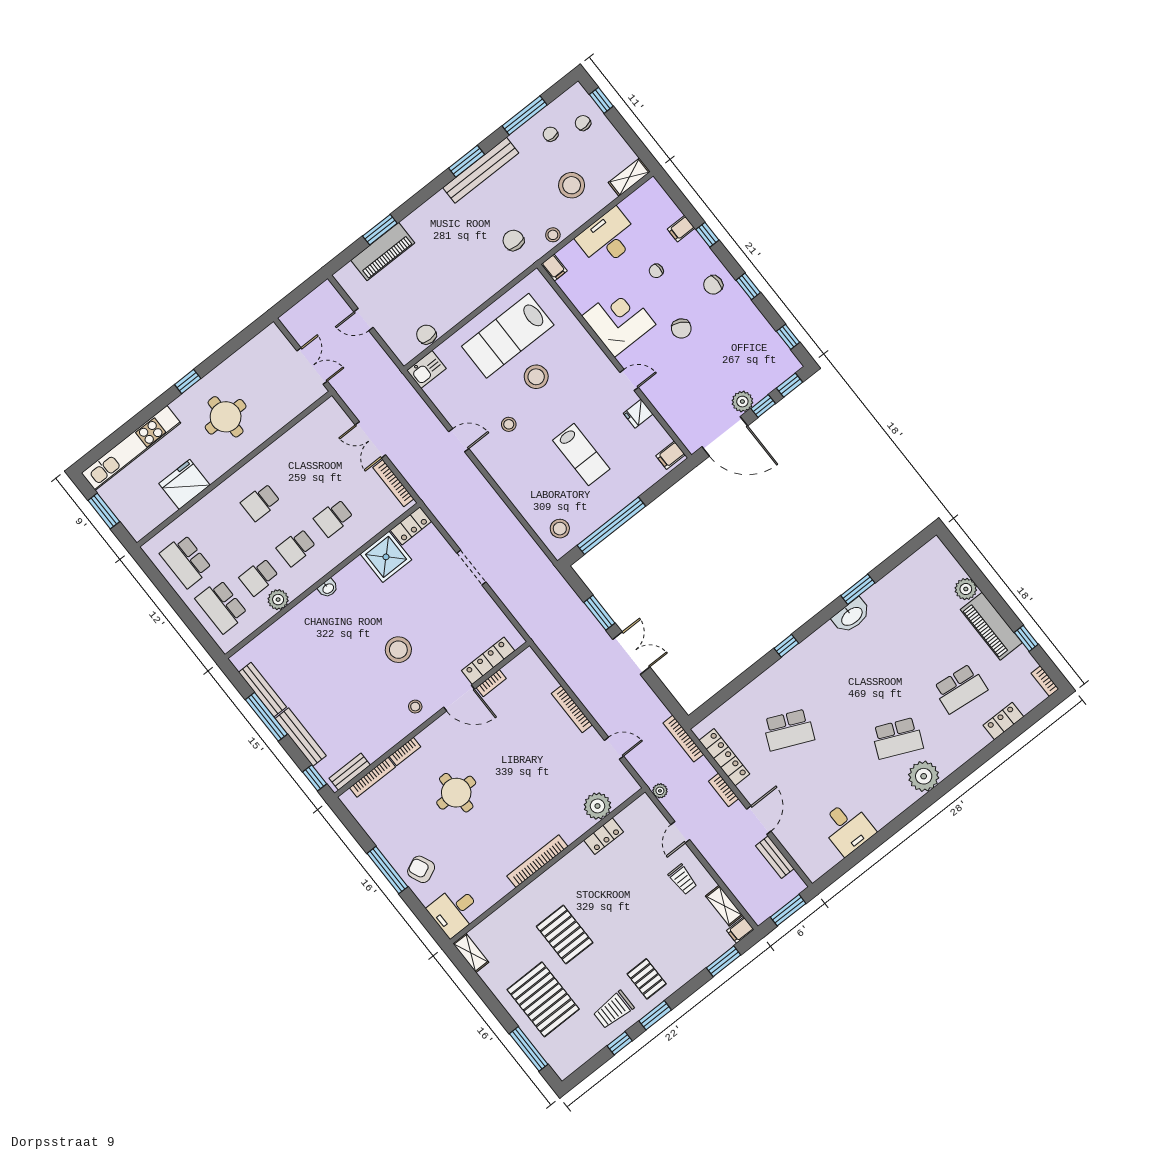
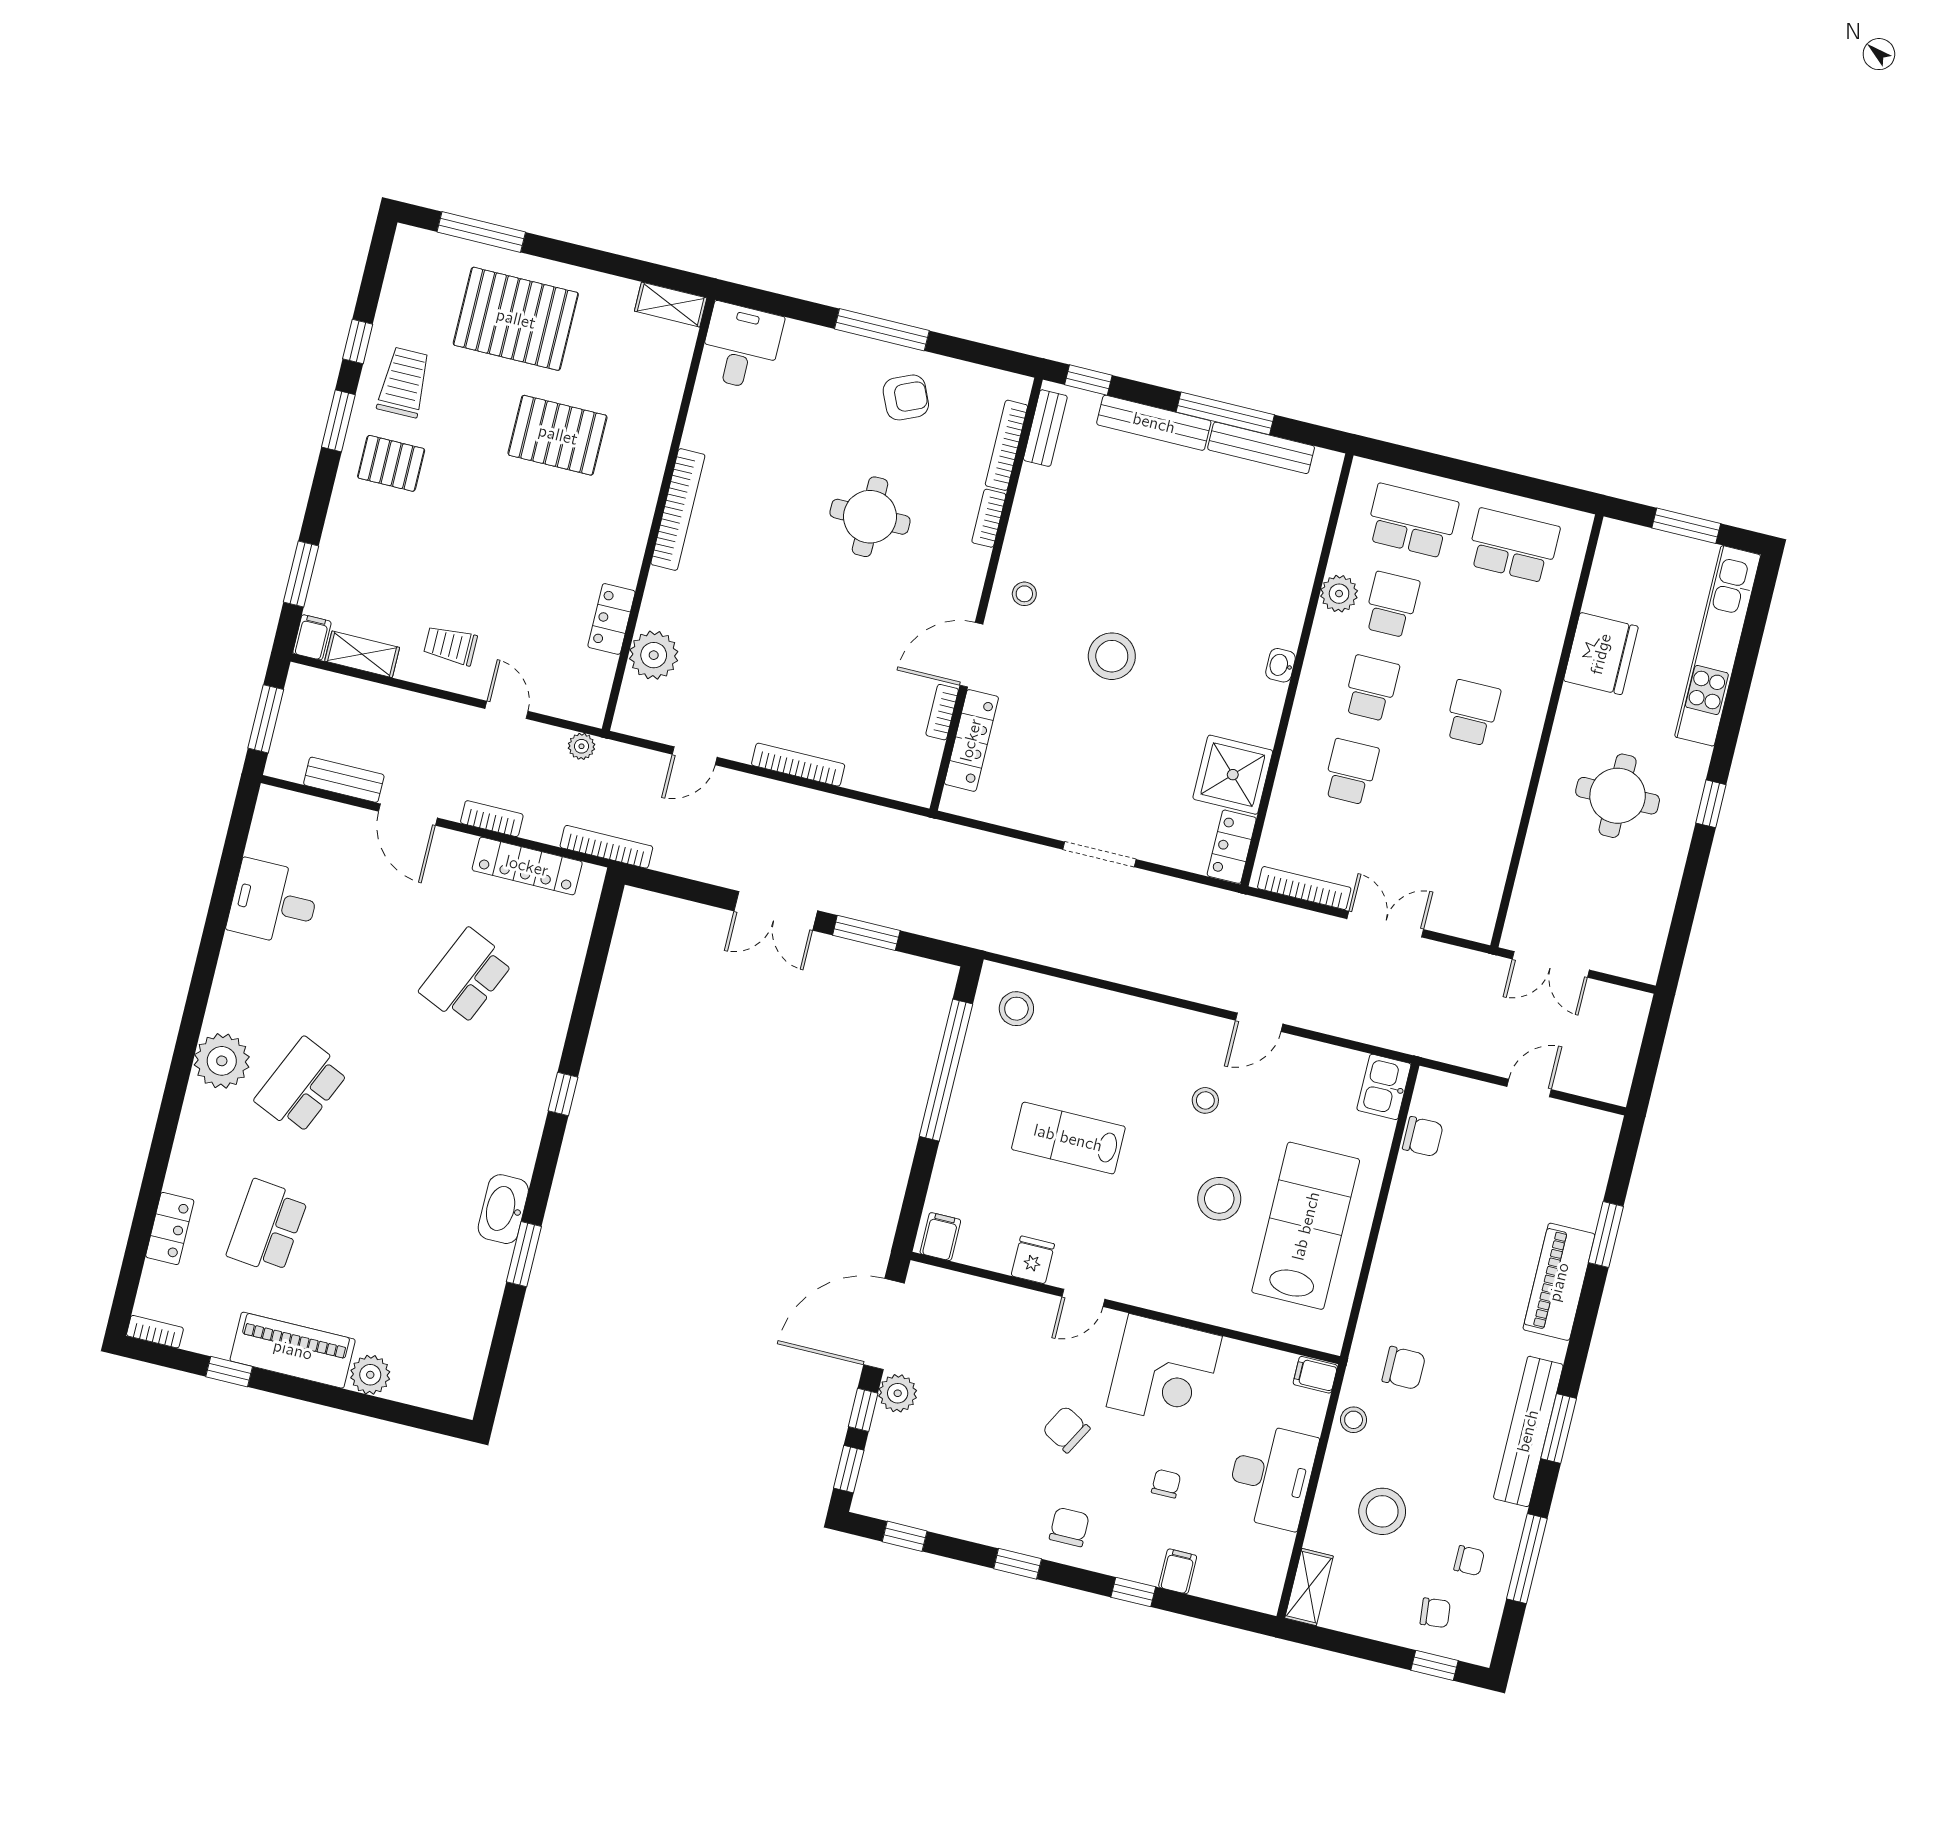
piano: (383, 252) -> (1559, 1282), moved
armchair: (421, 869) -> (906, 397), moved

